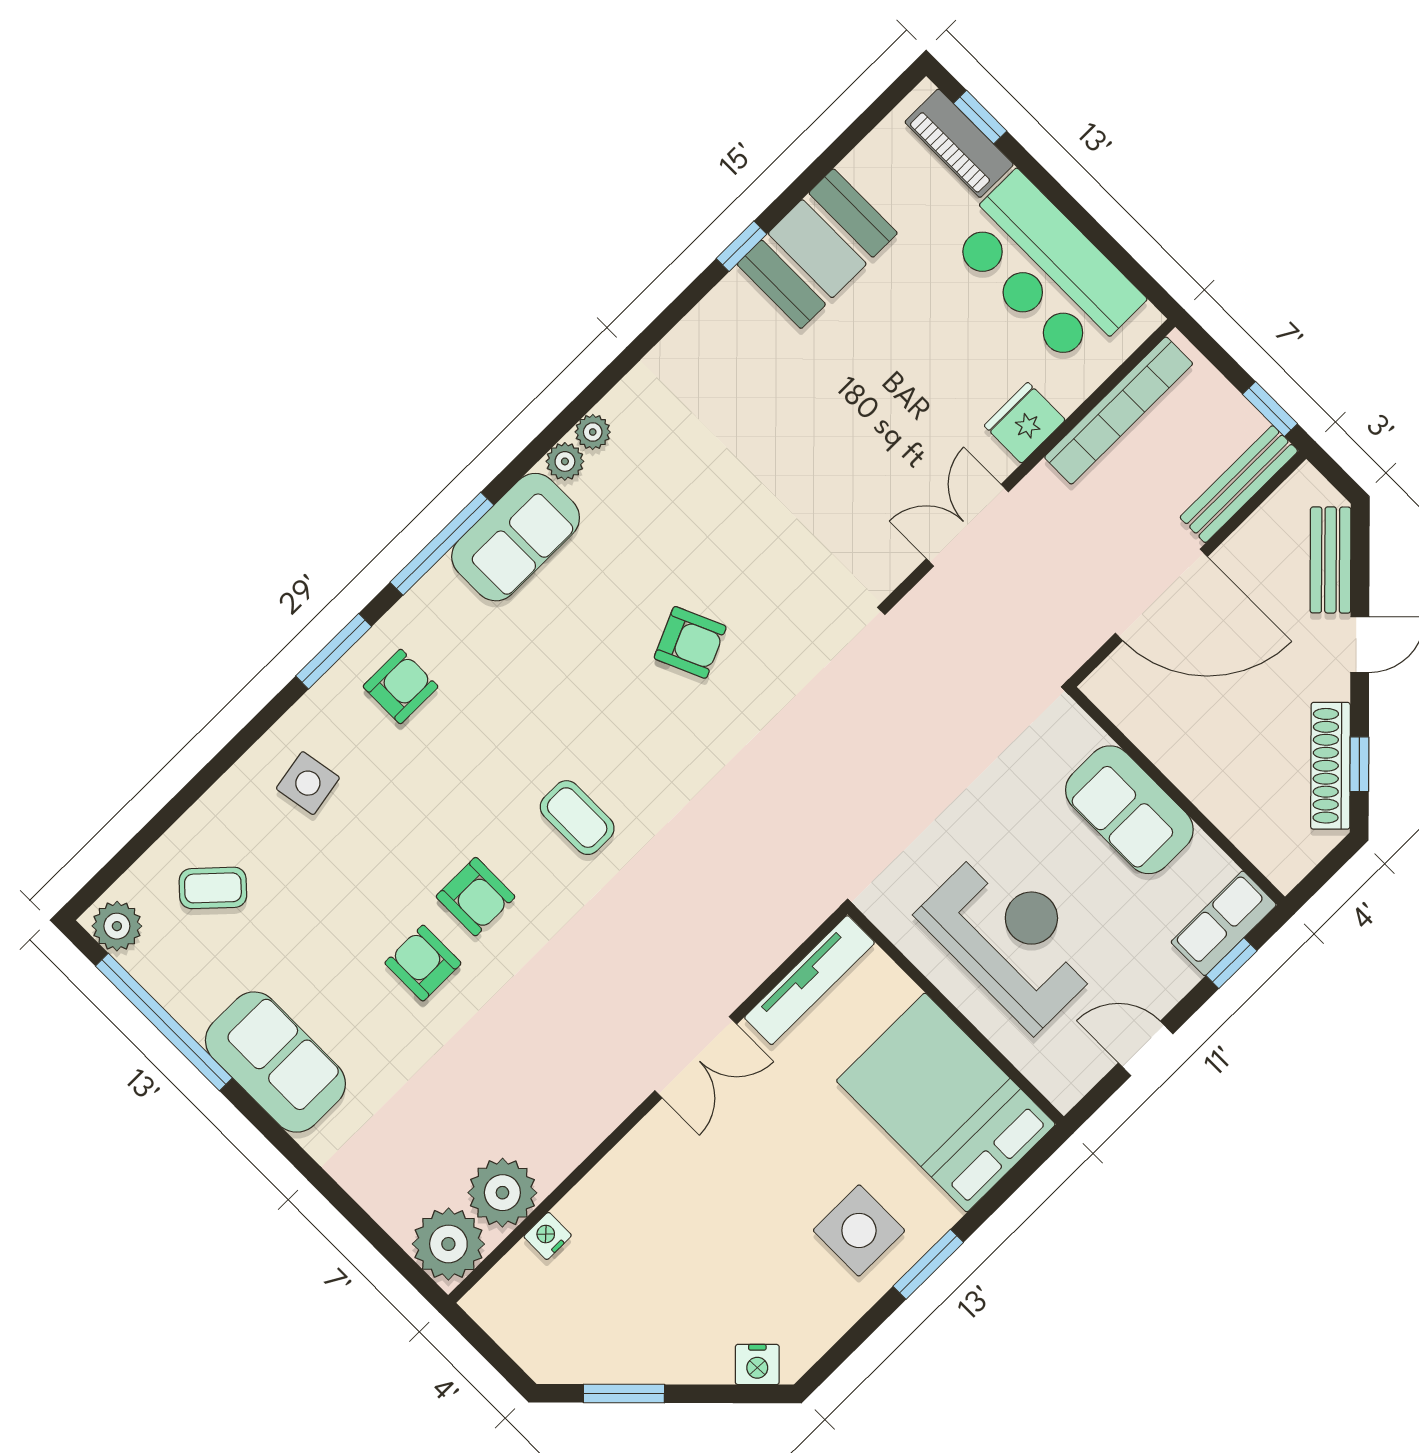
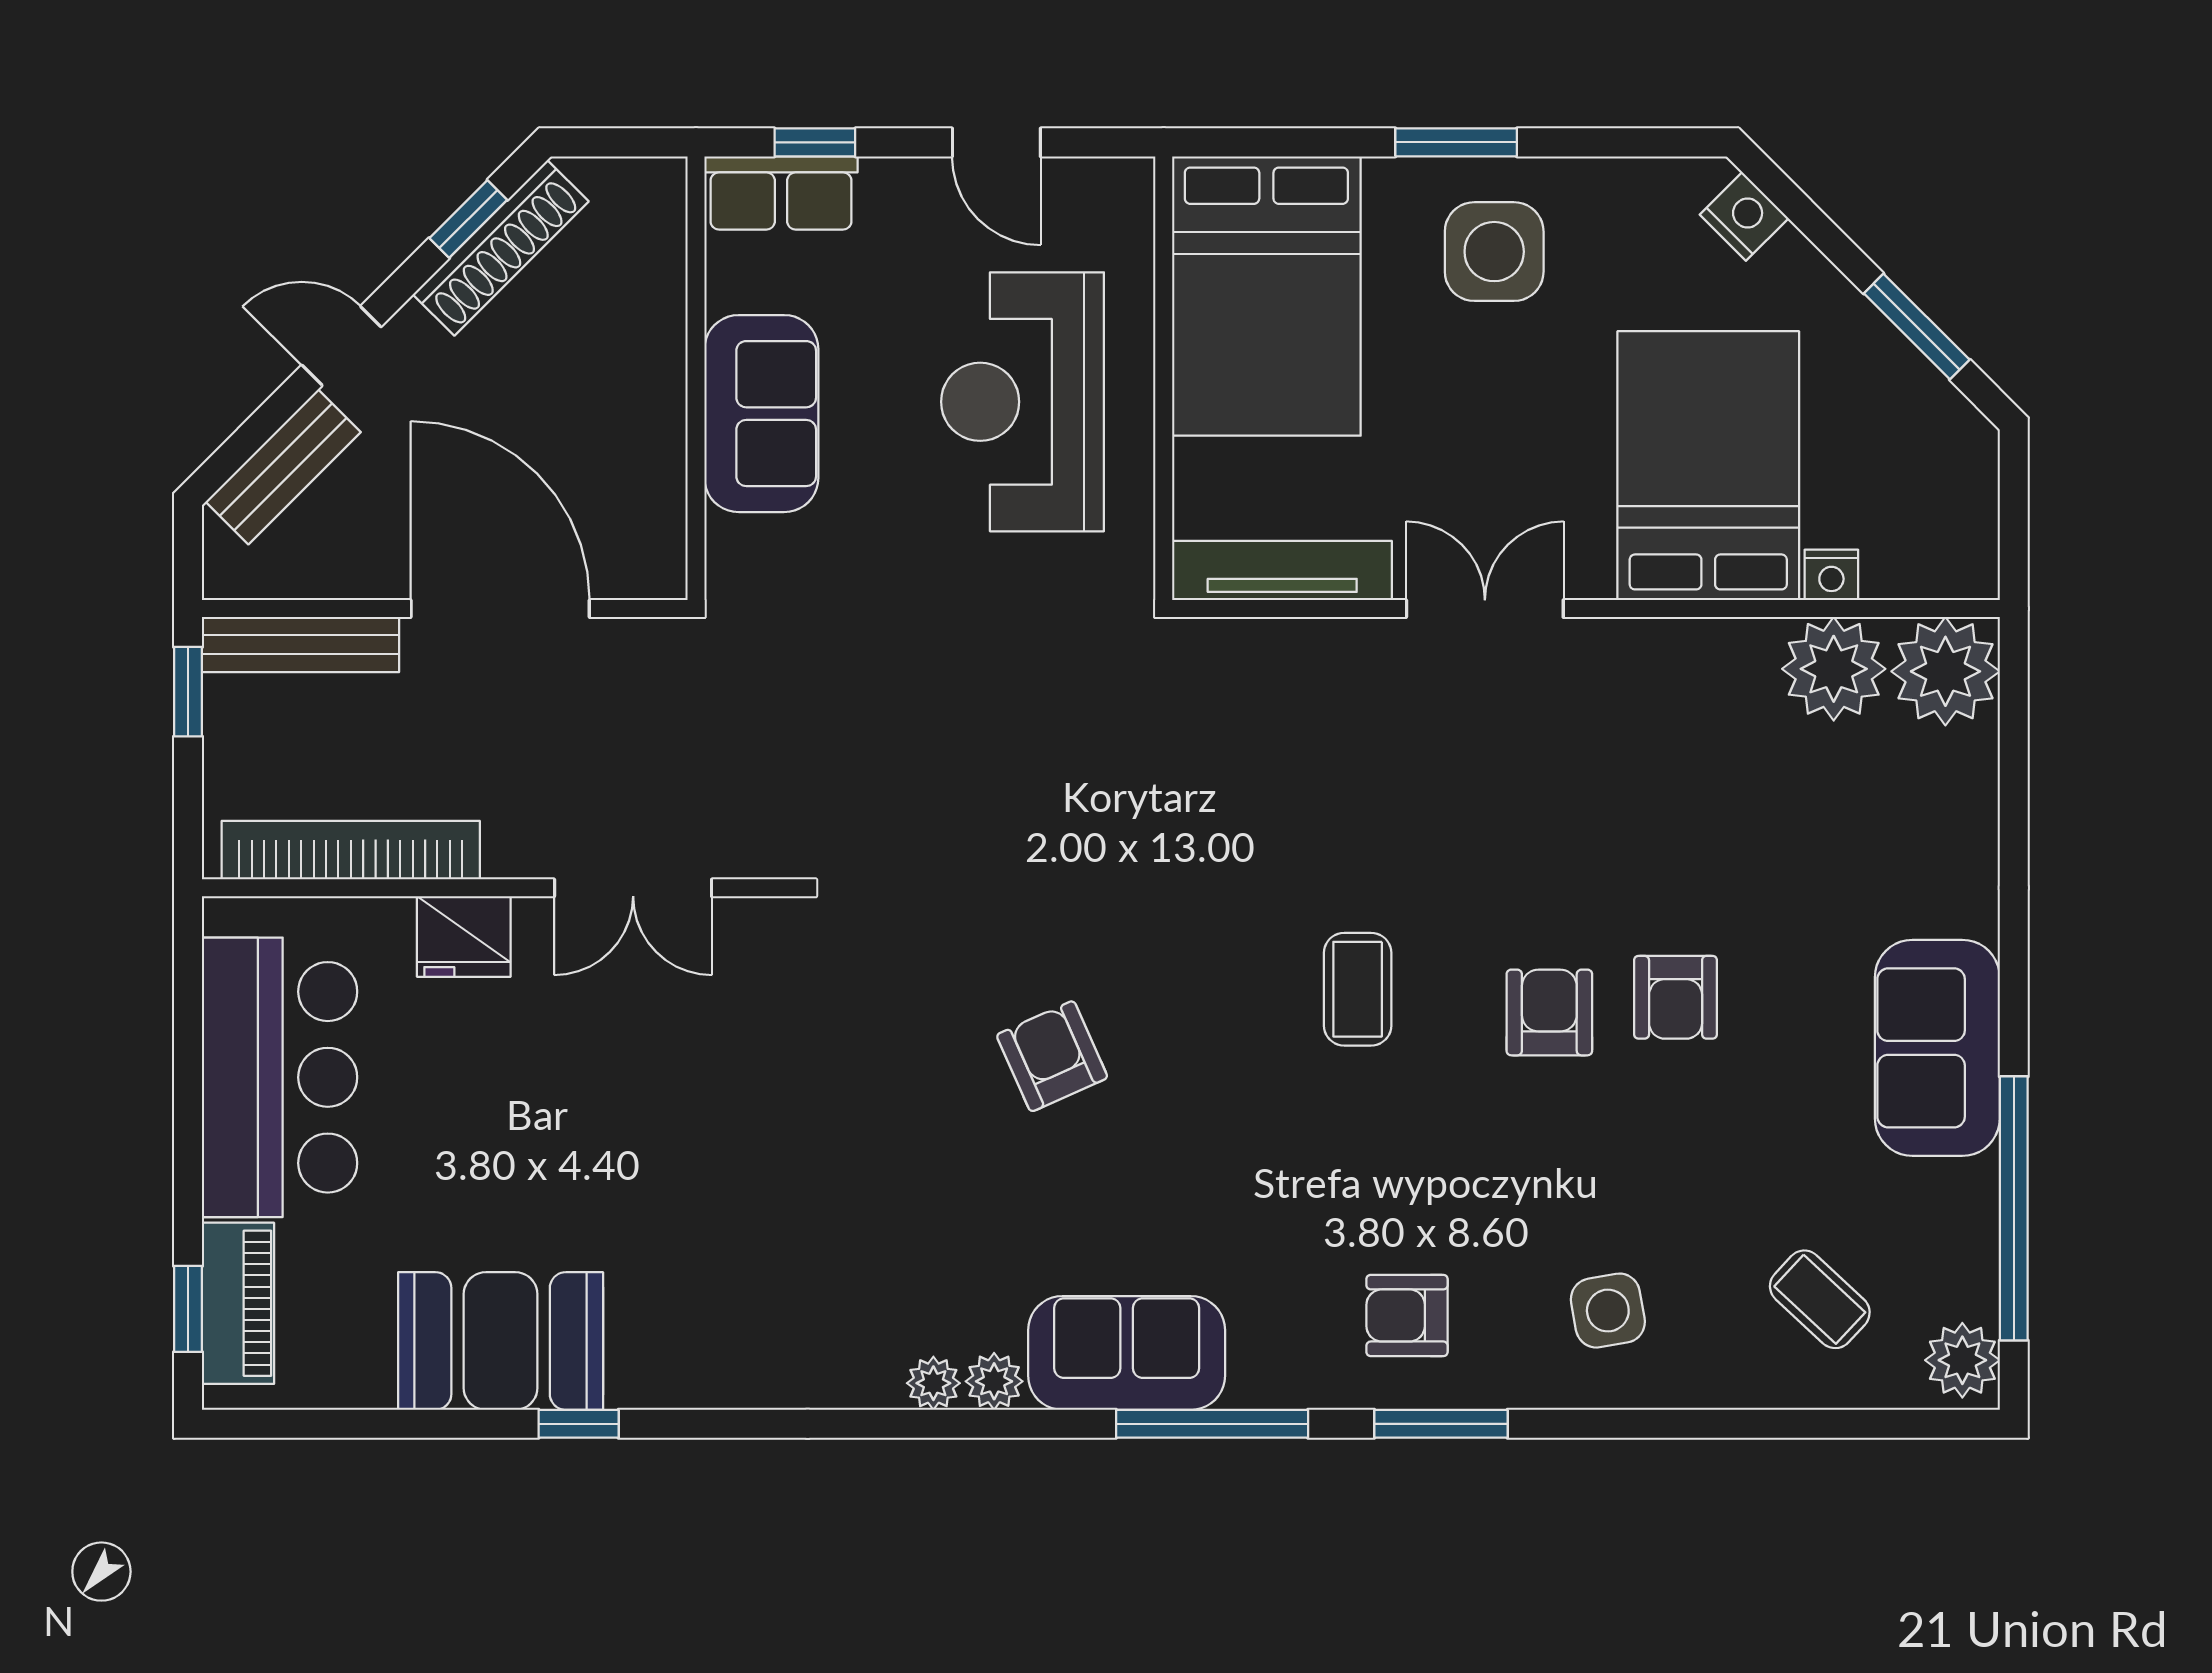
bed: (657, 1230) -> (1708, 466), added

